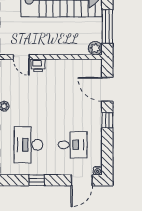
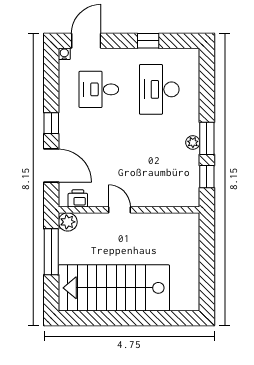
door: (21, 57) -> (119, 210), moved
printer: (38, 65) -> (78, 198), moved
desk: (28, 145) -> (159, 89), turned 180

